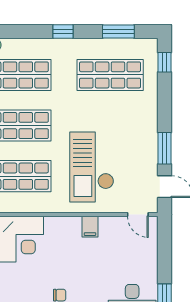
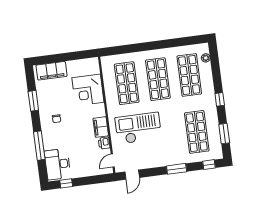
window: (165, 148) -> (177, 169), moved
printer: (108, 225) -> (104, 143), added
filing cabinet: (90, 227) -> (101, 127), width x2.00

